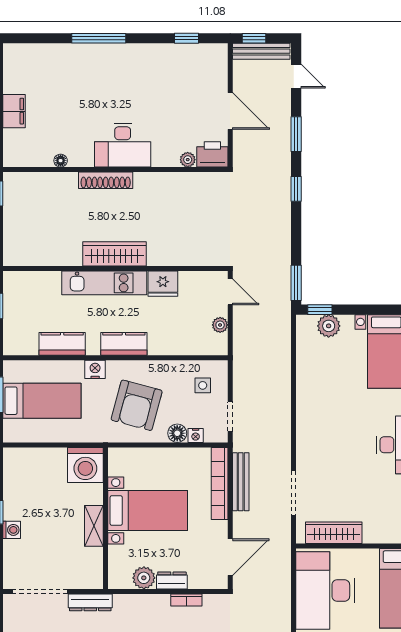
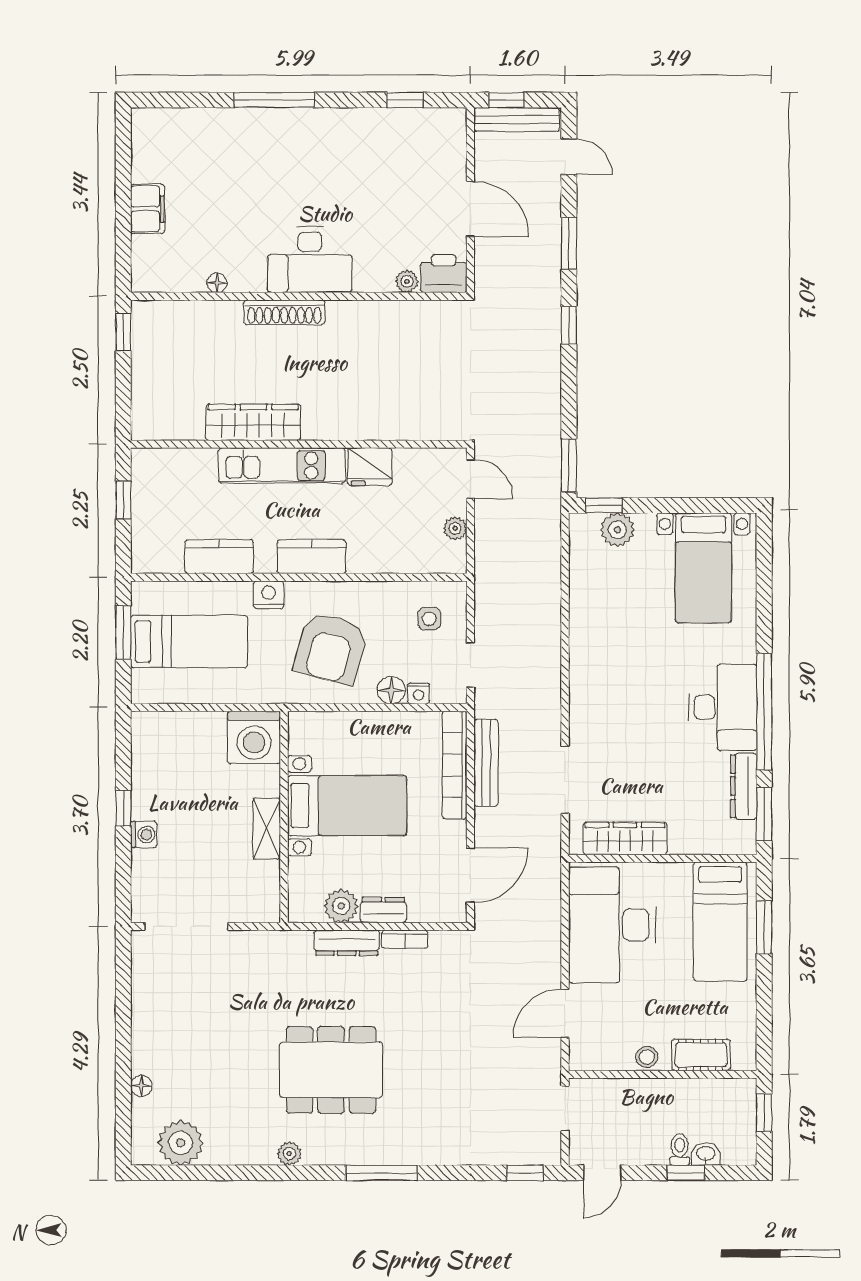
wardrobe: (115, 254) -> (253, 422), moved
dresser: (90, 602) -> (347, 943), moved

